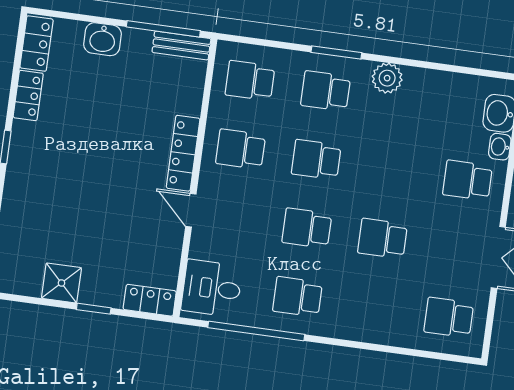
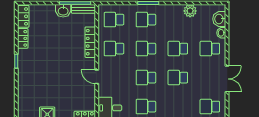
washbasin: (103, 39) -> (63, 11), moved
plant: (387, 78) -> (190, 11), moved
locker: (183, 153) -> (90, 42), moved
school desk: (392, 170) -> (178, 49), added

